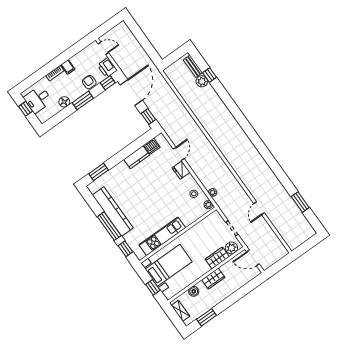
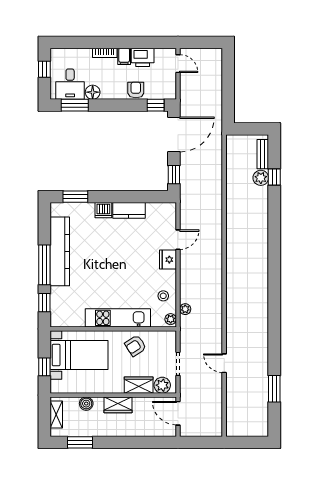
printer: (107, 68) -> (143, 57), moved, turned -90
desk: (38, 99) -> (70, 84), moved, turned -90
window: (83, 100) -> (75, 105), moved
dishwasher: (152, 146) -> (103, 210), moved
door: (259, 208) -> (224, 363), hinge flipped
kitchen unit: (162, 236) -> (118, 318), moved
armchair: (198, 236) -> (135, 346), added

